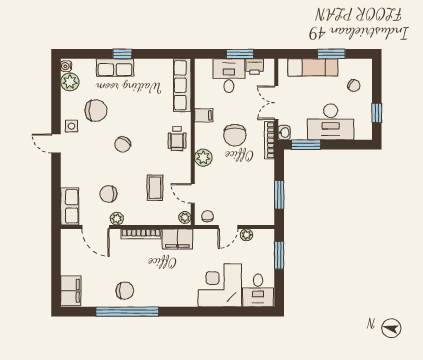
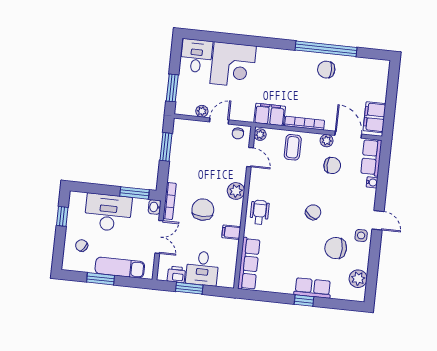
water cooler: (66, 66) -> (372, 182), moved
coffee table: (155, 188) -> (293, 147), moved
filing cabinet: (71, 291) -> (374, 117), moved

